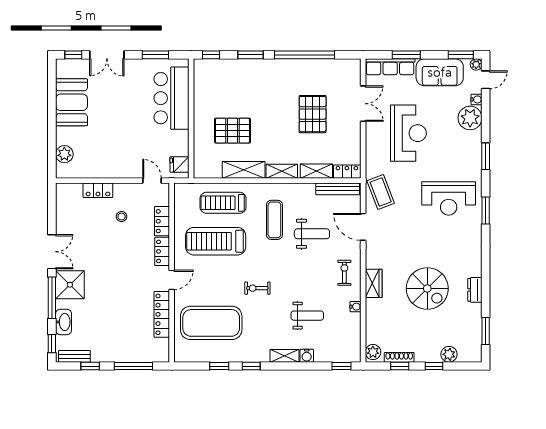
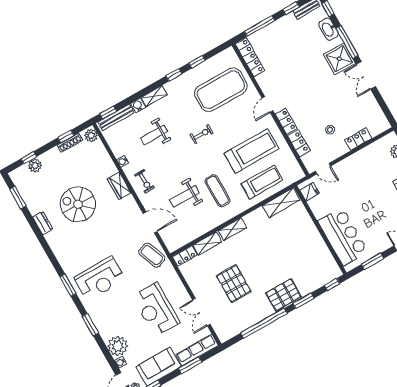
pallet: (232, 131) -> (284, 295), moved
shelving: (244, 170) -> (281, 203), moved
bench: (338, 189) -> (116, 117), moved
reception desk: (449, 198) -> (100, 279), turned 180
locker: (162, 314) -> (250, 57), moved
window: (434, 366) -> (29, 158), moved

